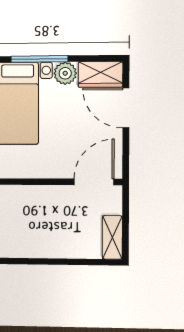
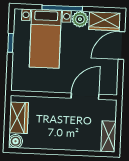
door: (126, 108) -> (122, 46), hinge flipped
door: (94, 182) -> (85, 96), moved

